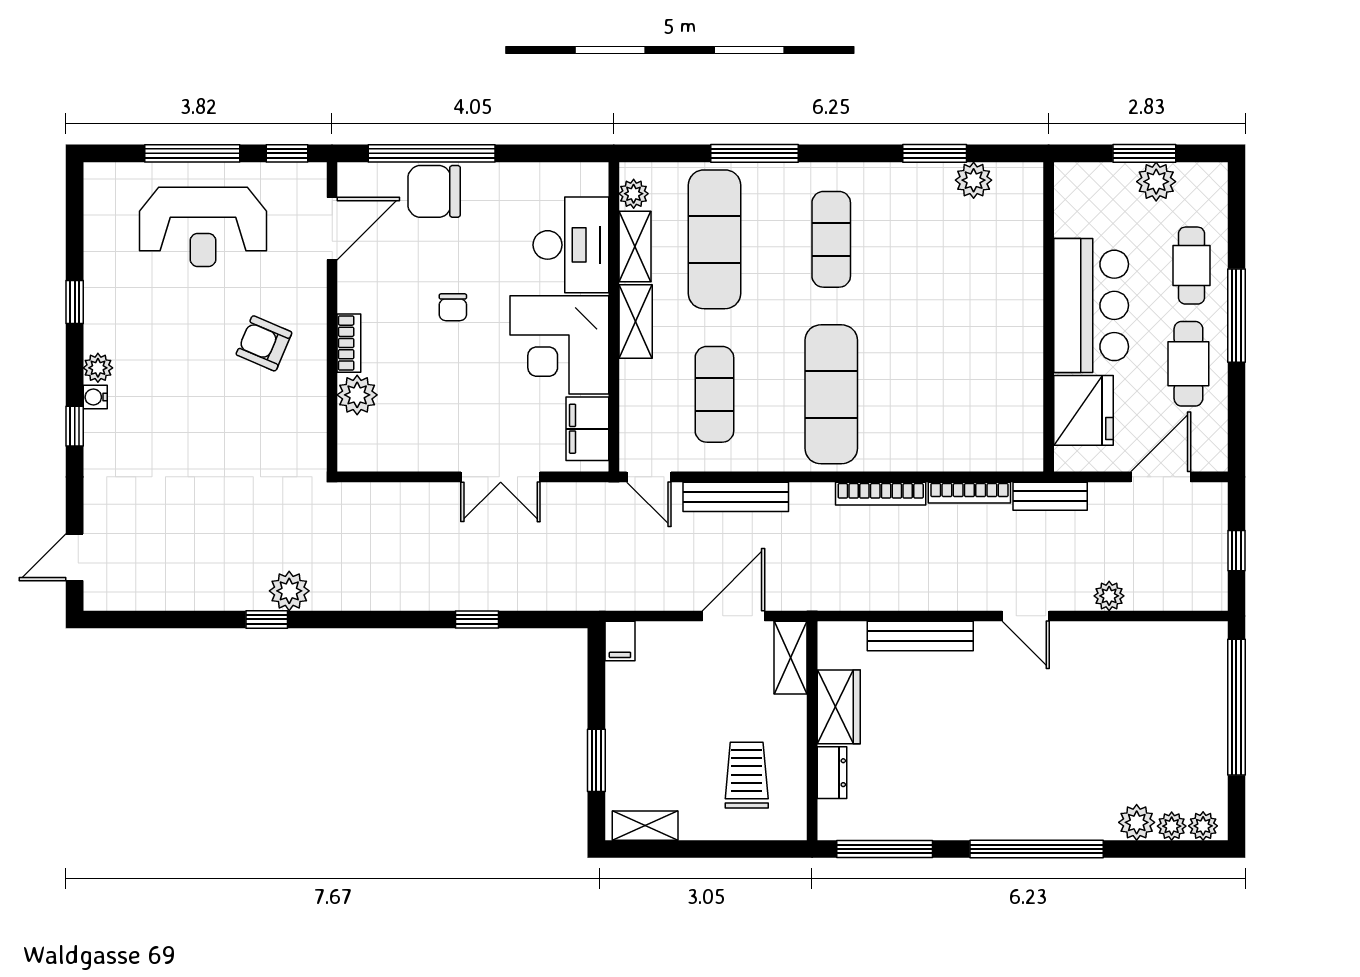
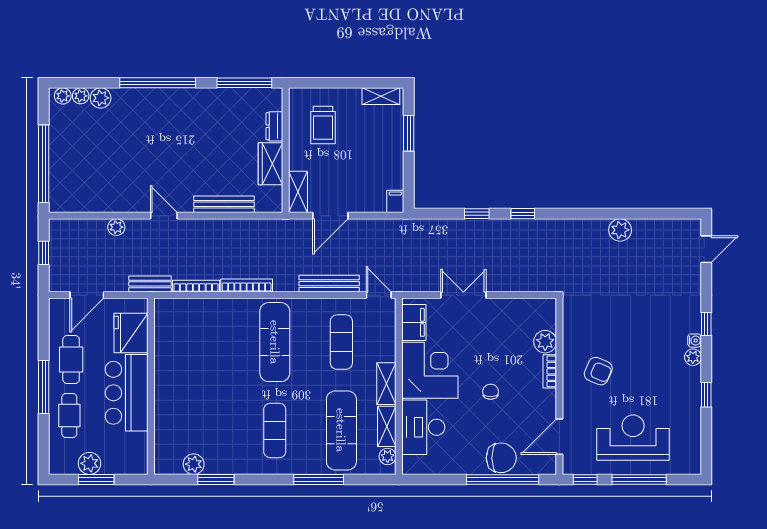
plant: (289, 591) -> (620, 230), moved
window: (267, 619) -> (523, 214), moved

